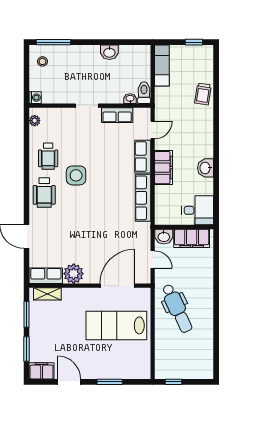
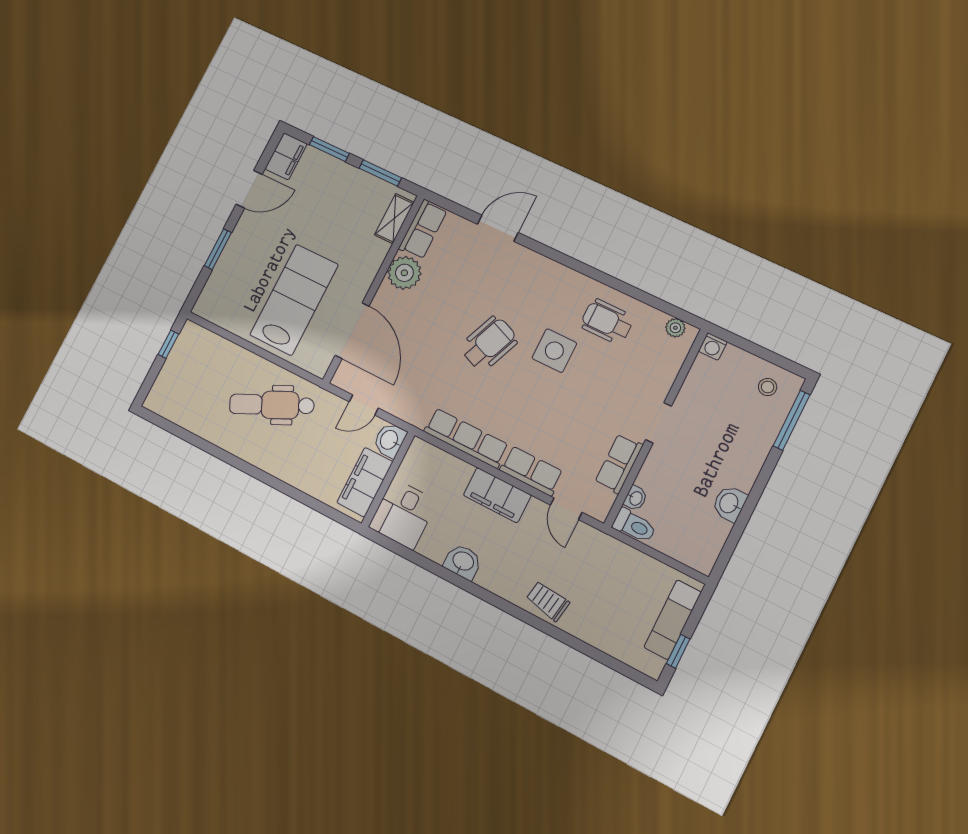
exam couch: (162, 66) -> (673, 620), moved, turned 90
trolley: (203, 94) -> (548, 601), moved
wheelchair: (44, 192) -> (489, 344), moved, turned 112

